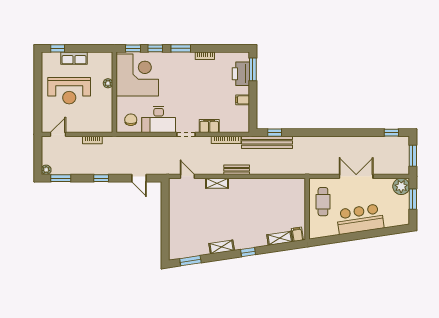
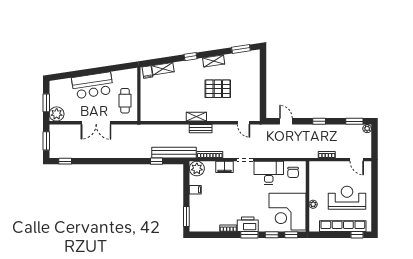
row of seats: (74, 58) -> (343, 226), width x2.02
printer: (241, 74) -> (248, 224), moved, turned -90
plant: (241, 124) -> (197, 169), added
window: (275, 133) -> (157, 161), moved
door: (58, 134) -> (357, 160), hinge flipped
shelving: (217, 183) -> (196, 117), moved
pallet: (217, 215) -> (218, 89), added

